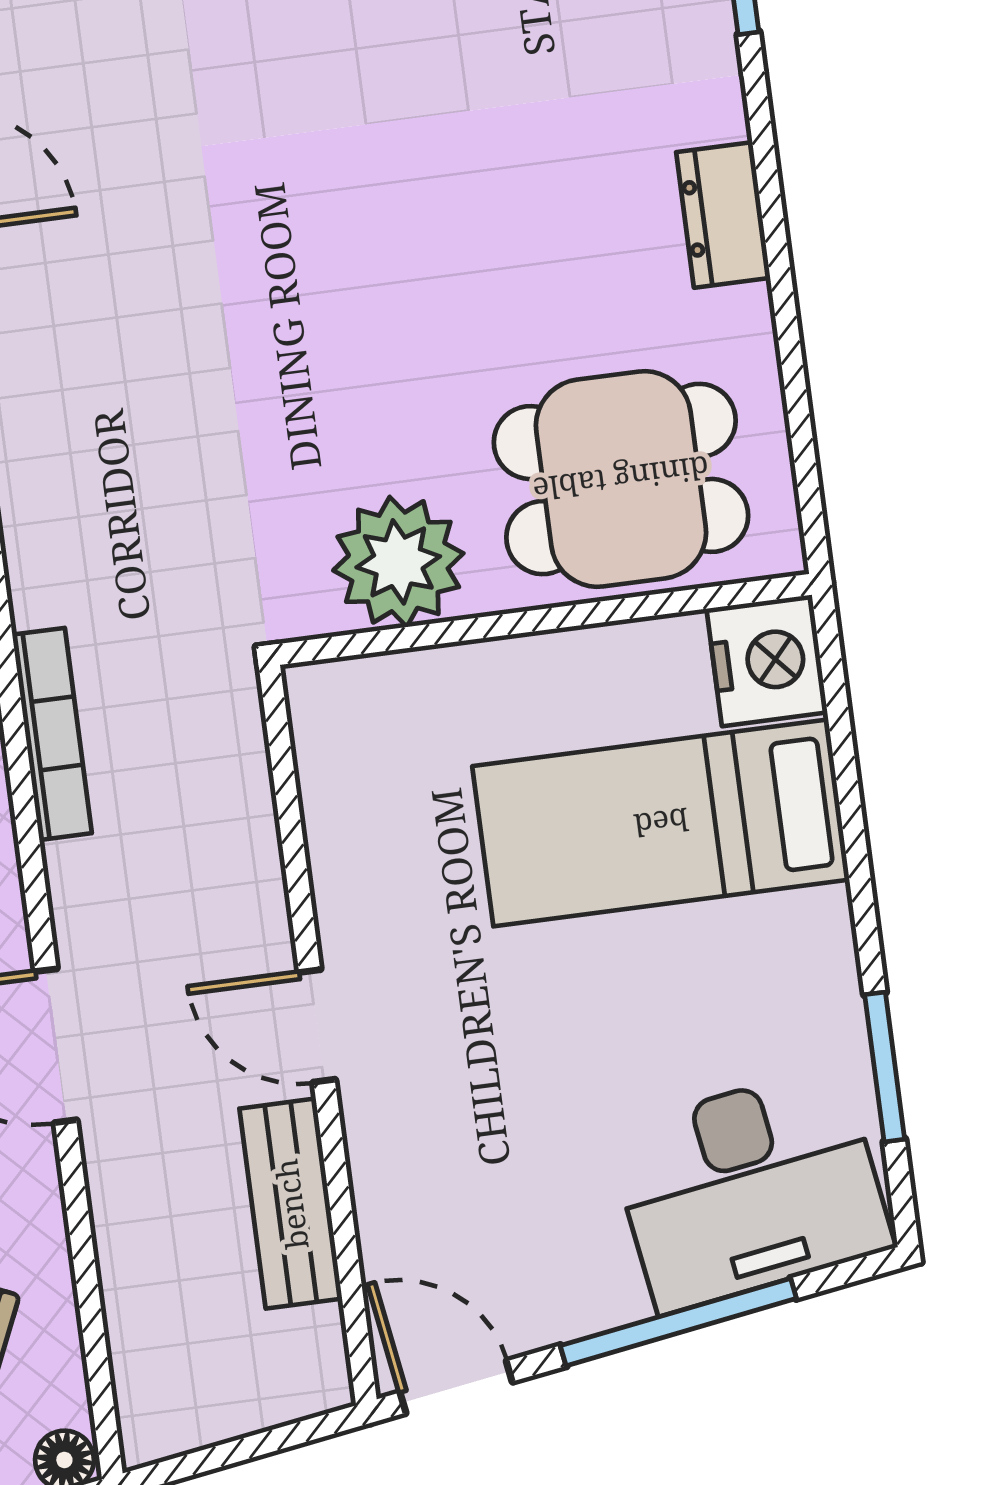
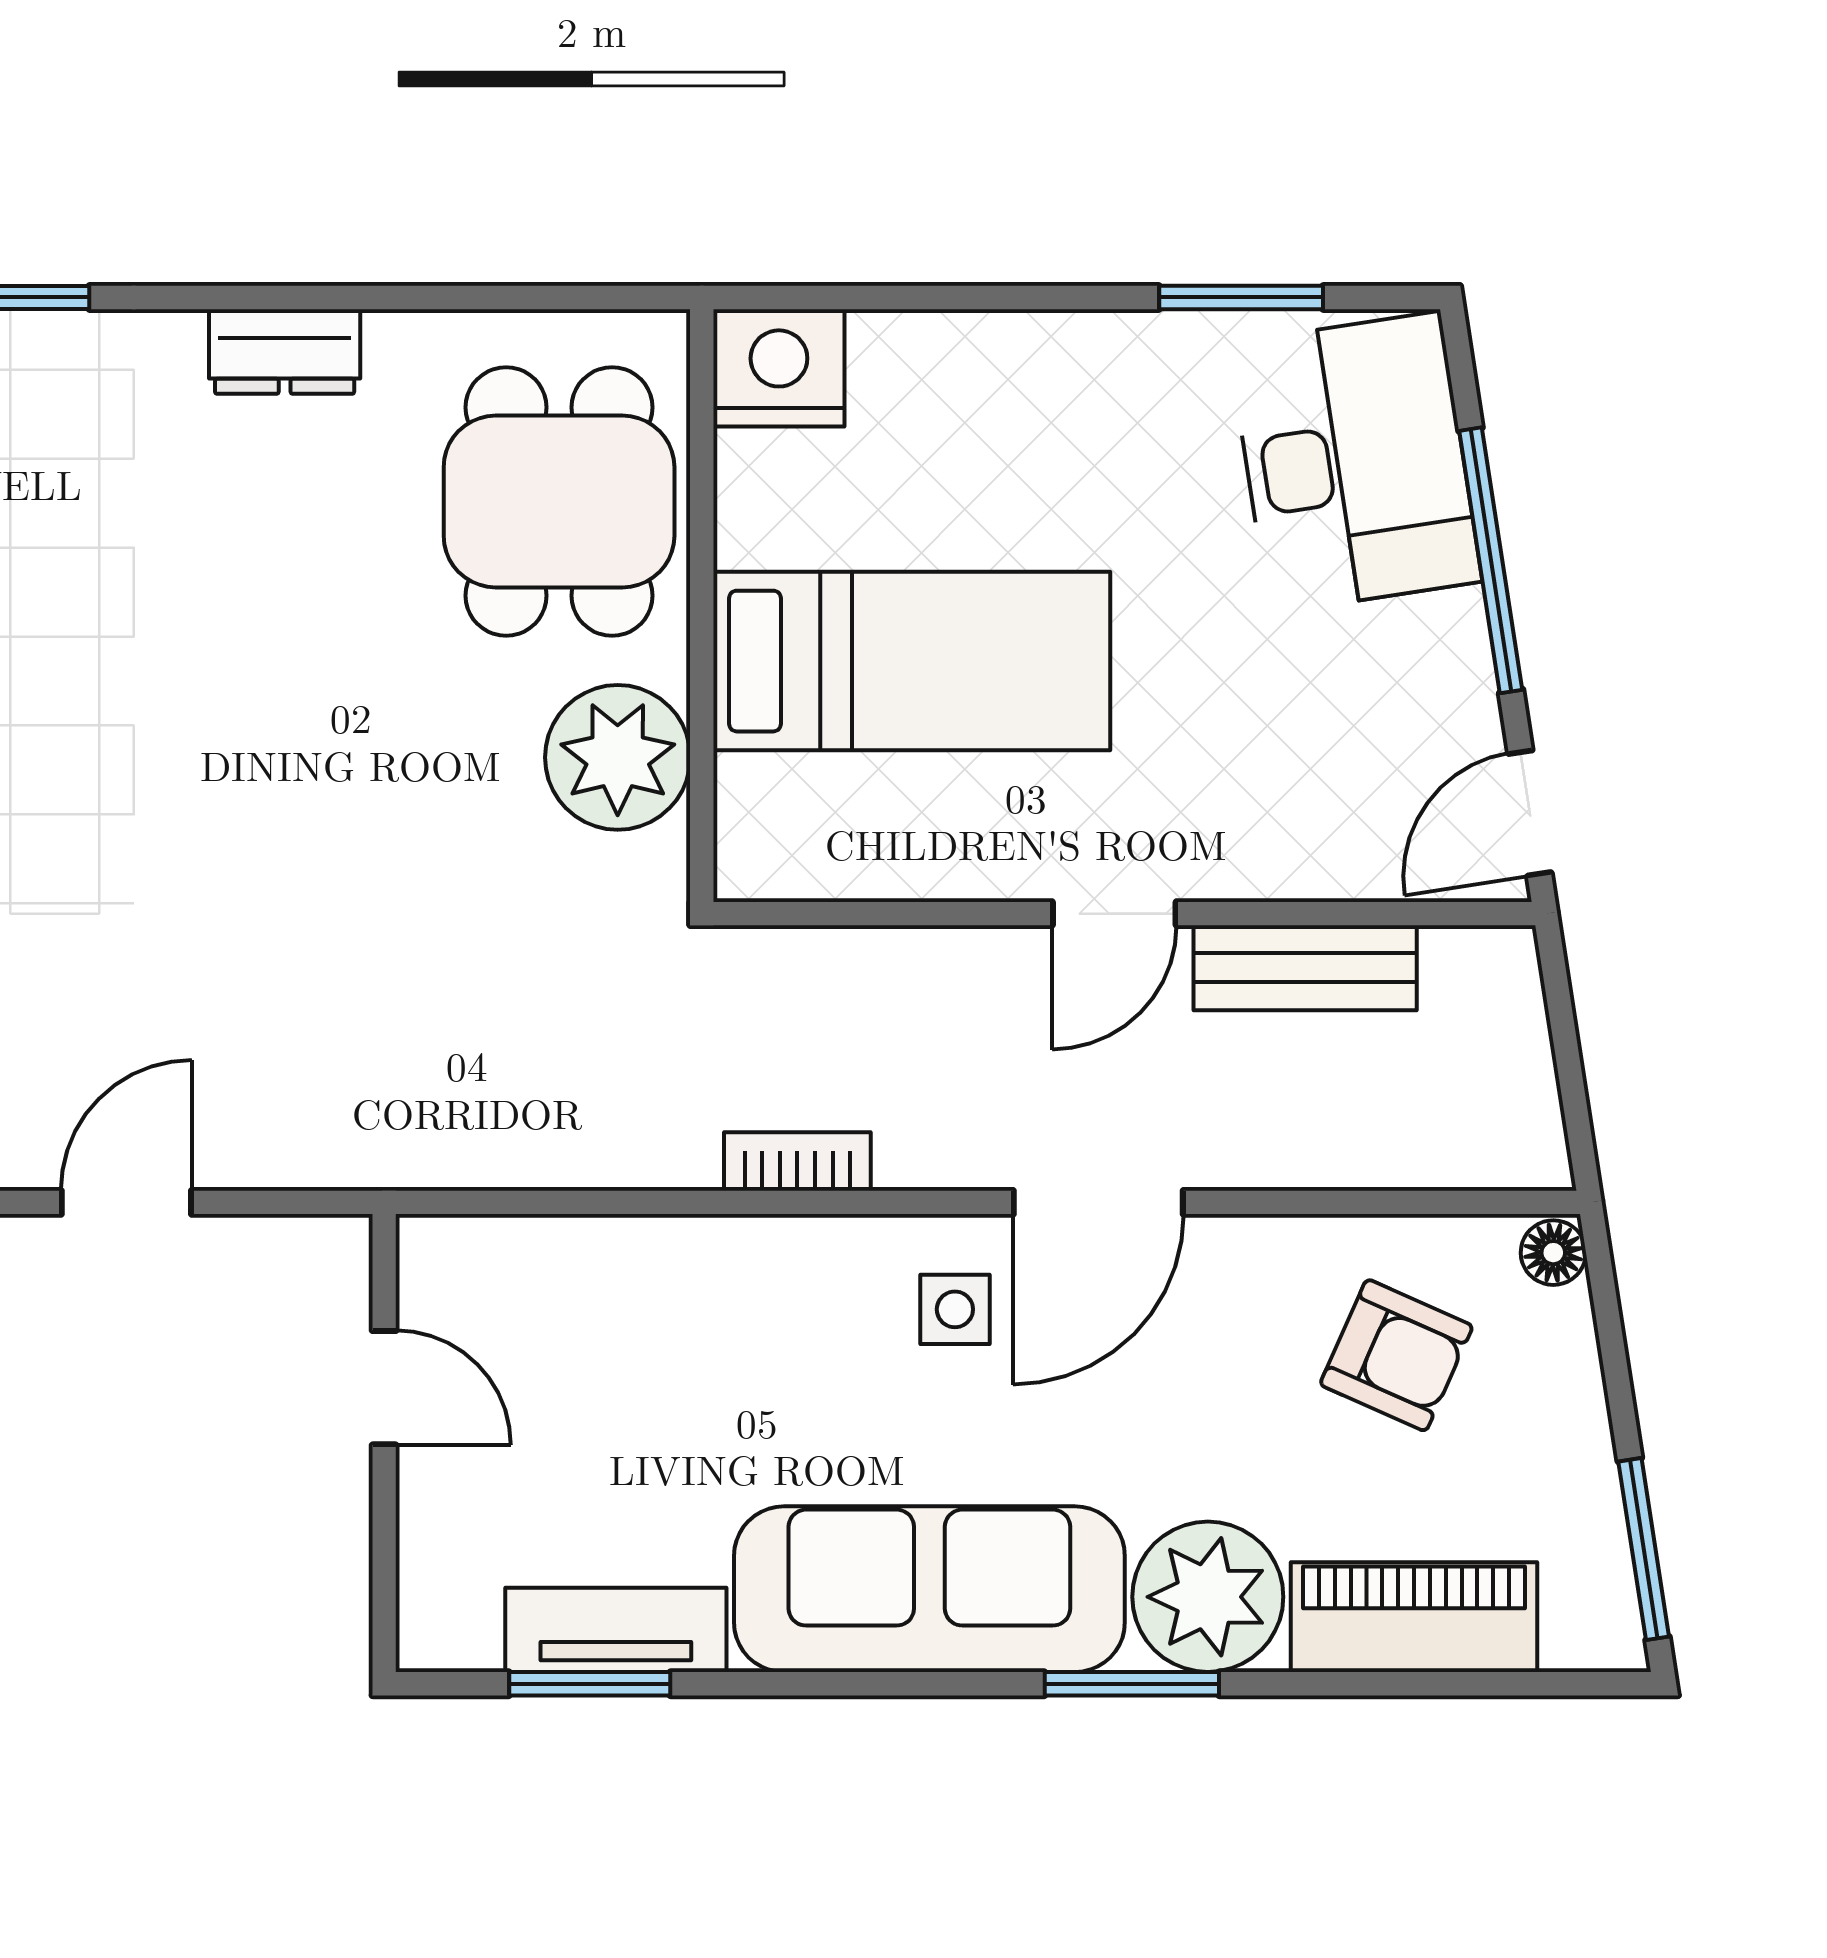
bookcase: (52, 734) -> (797, 1162), width x0.64
bed: (661, 823) -> (912, 661), moved, turned -90

